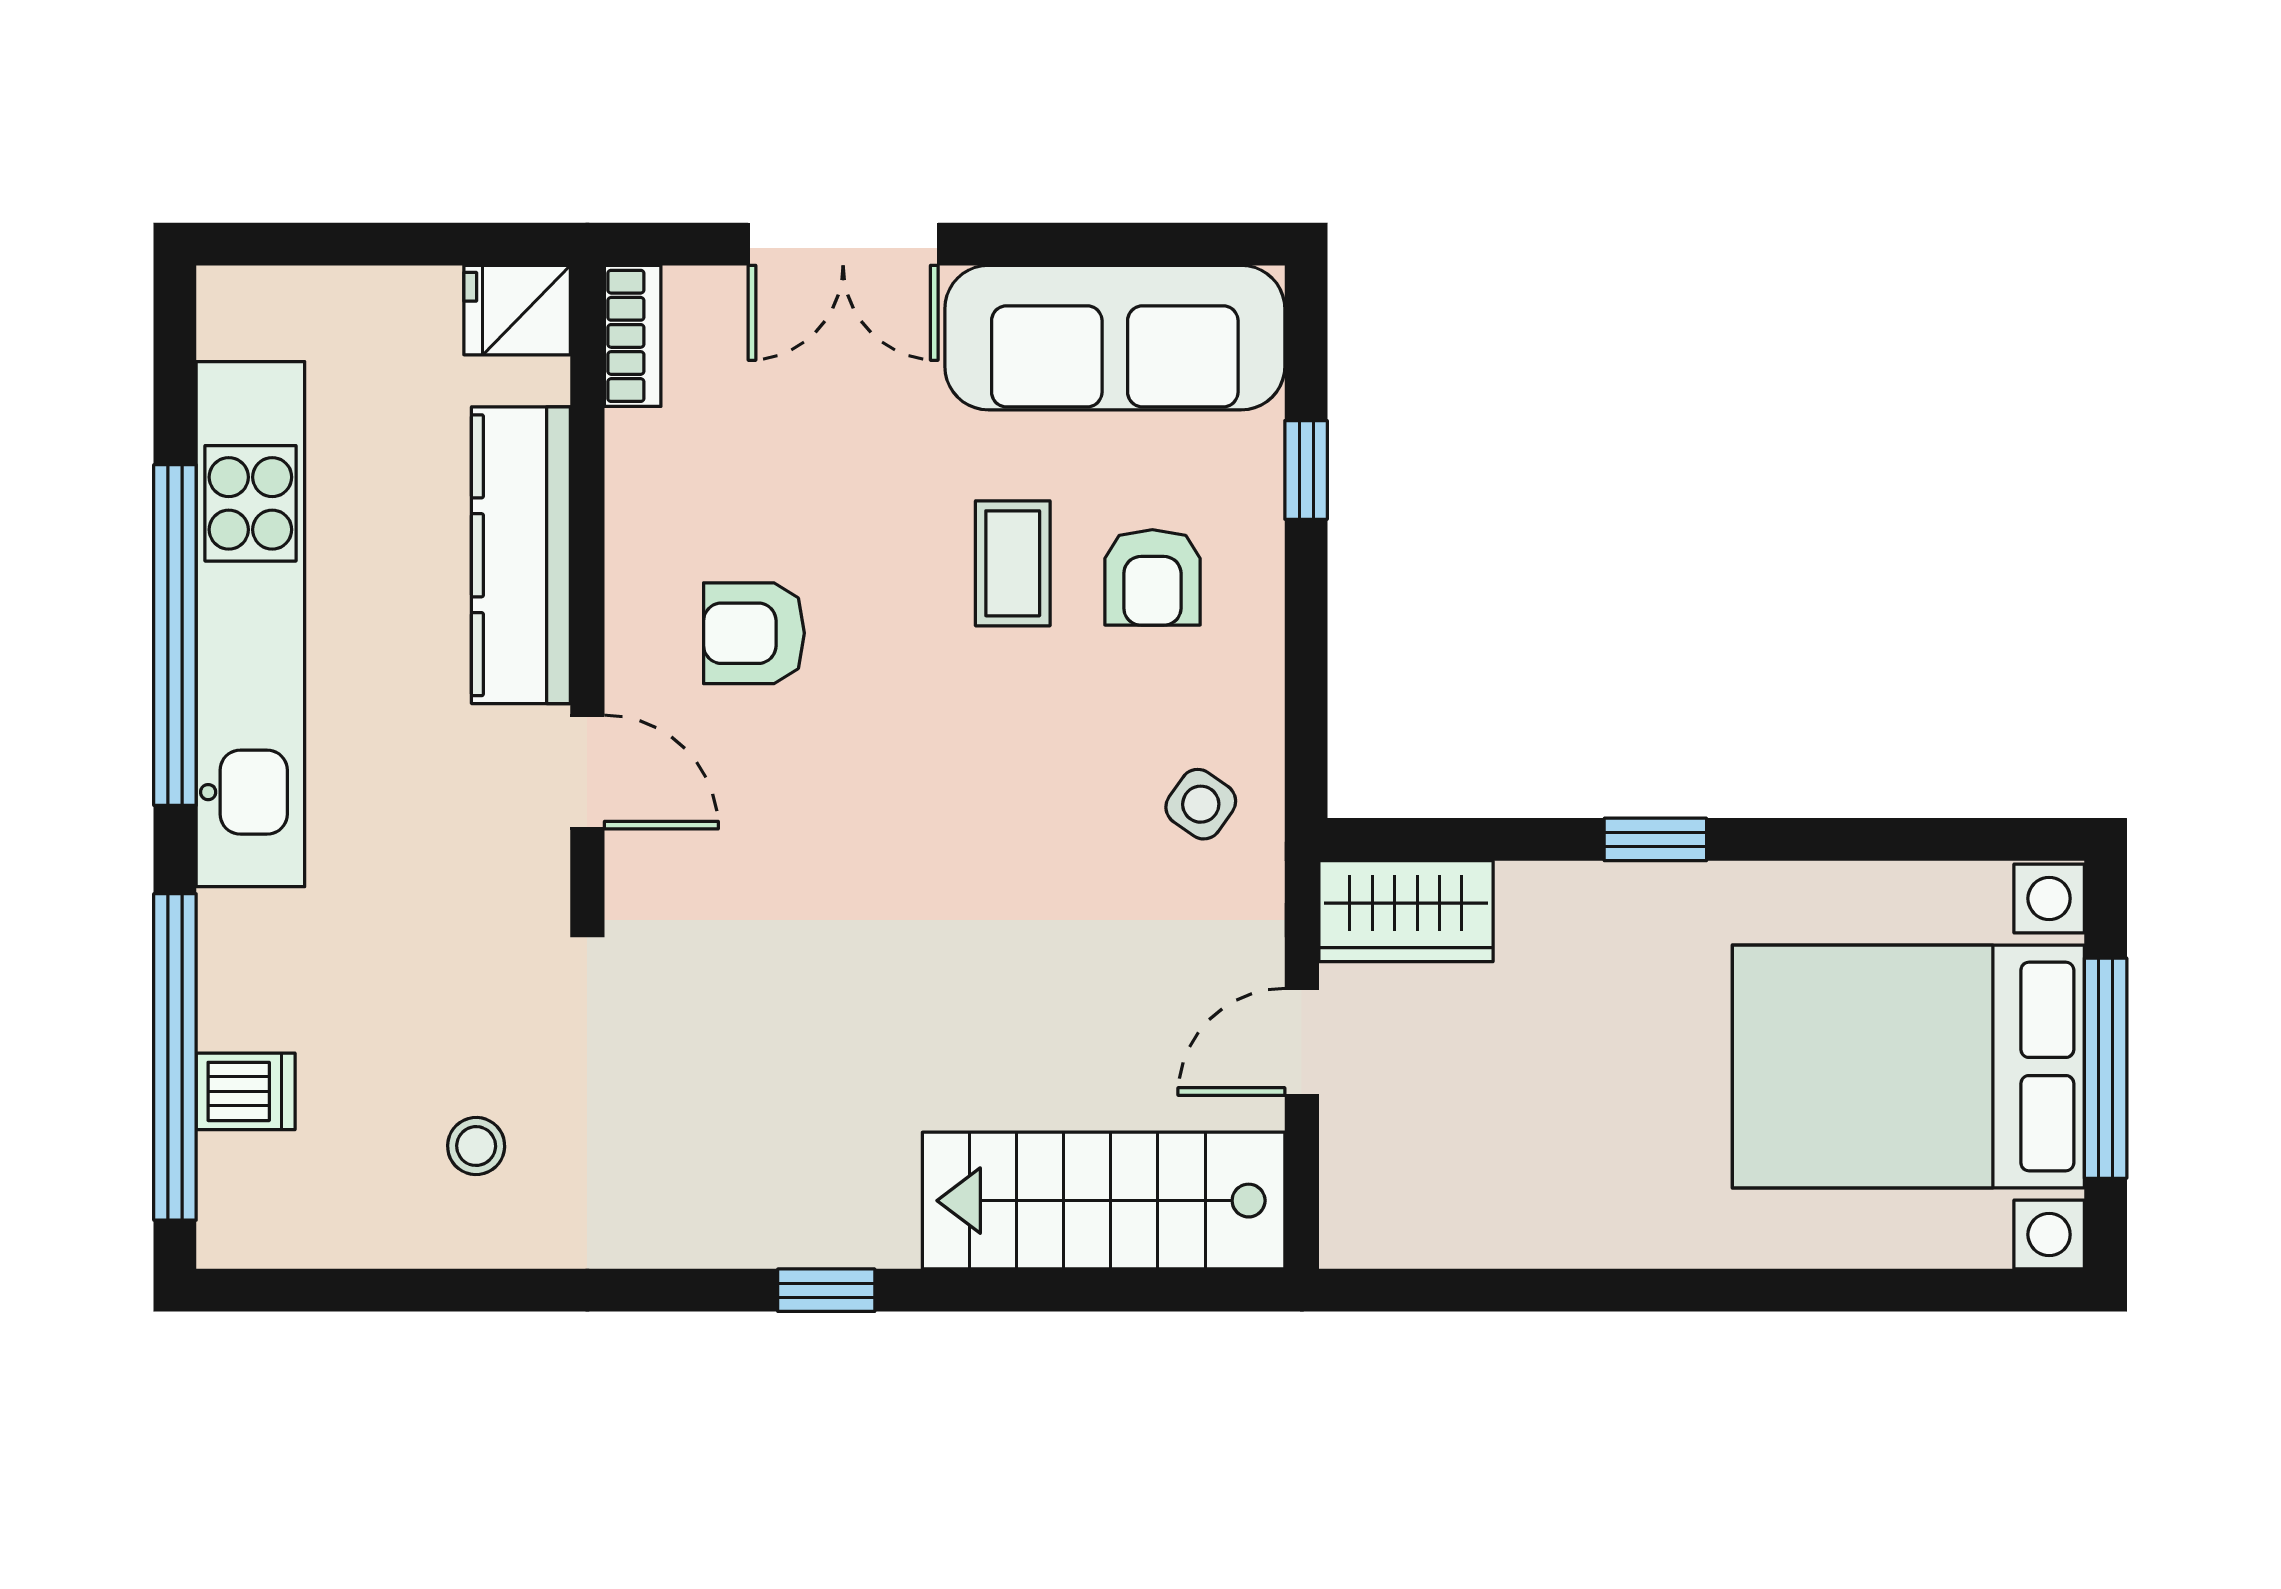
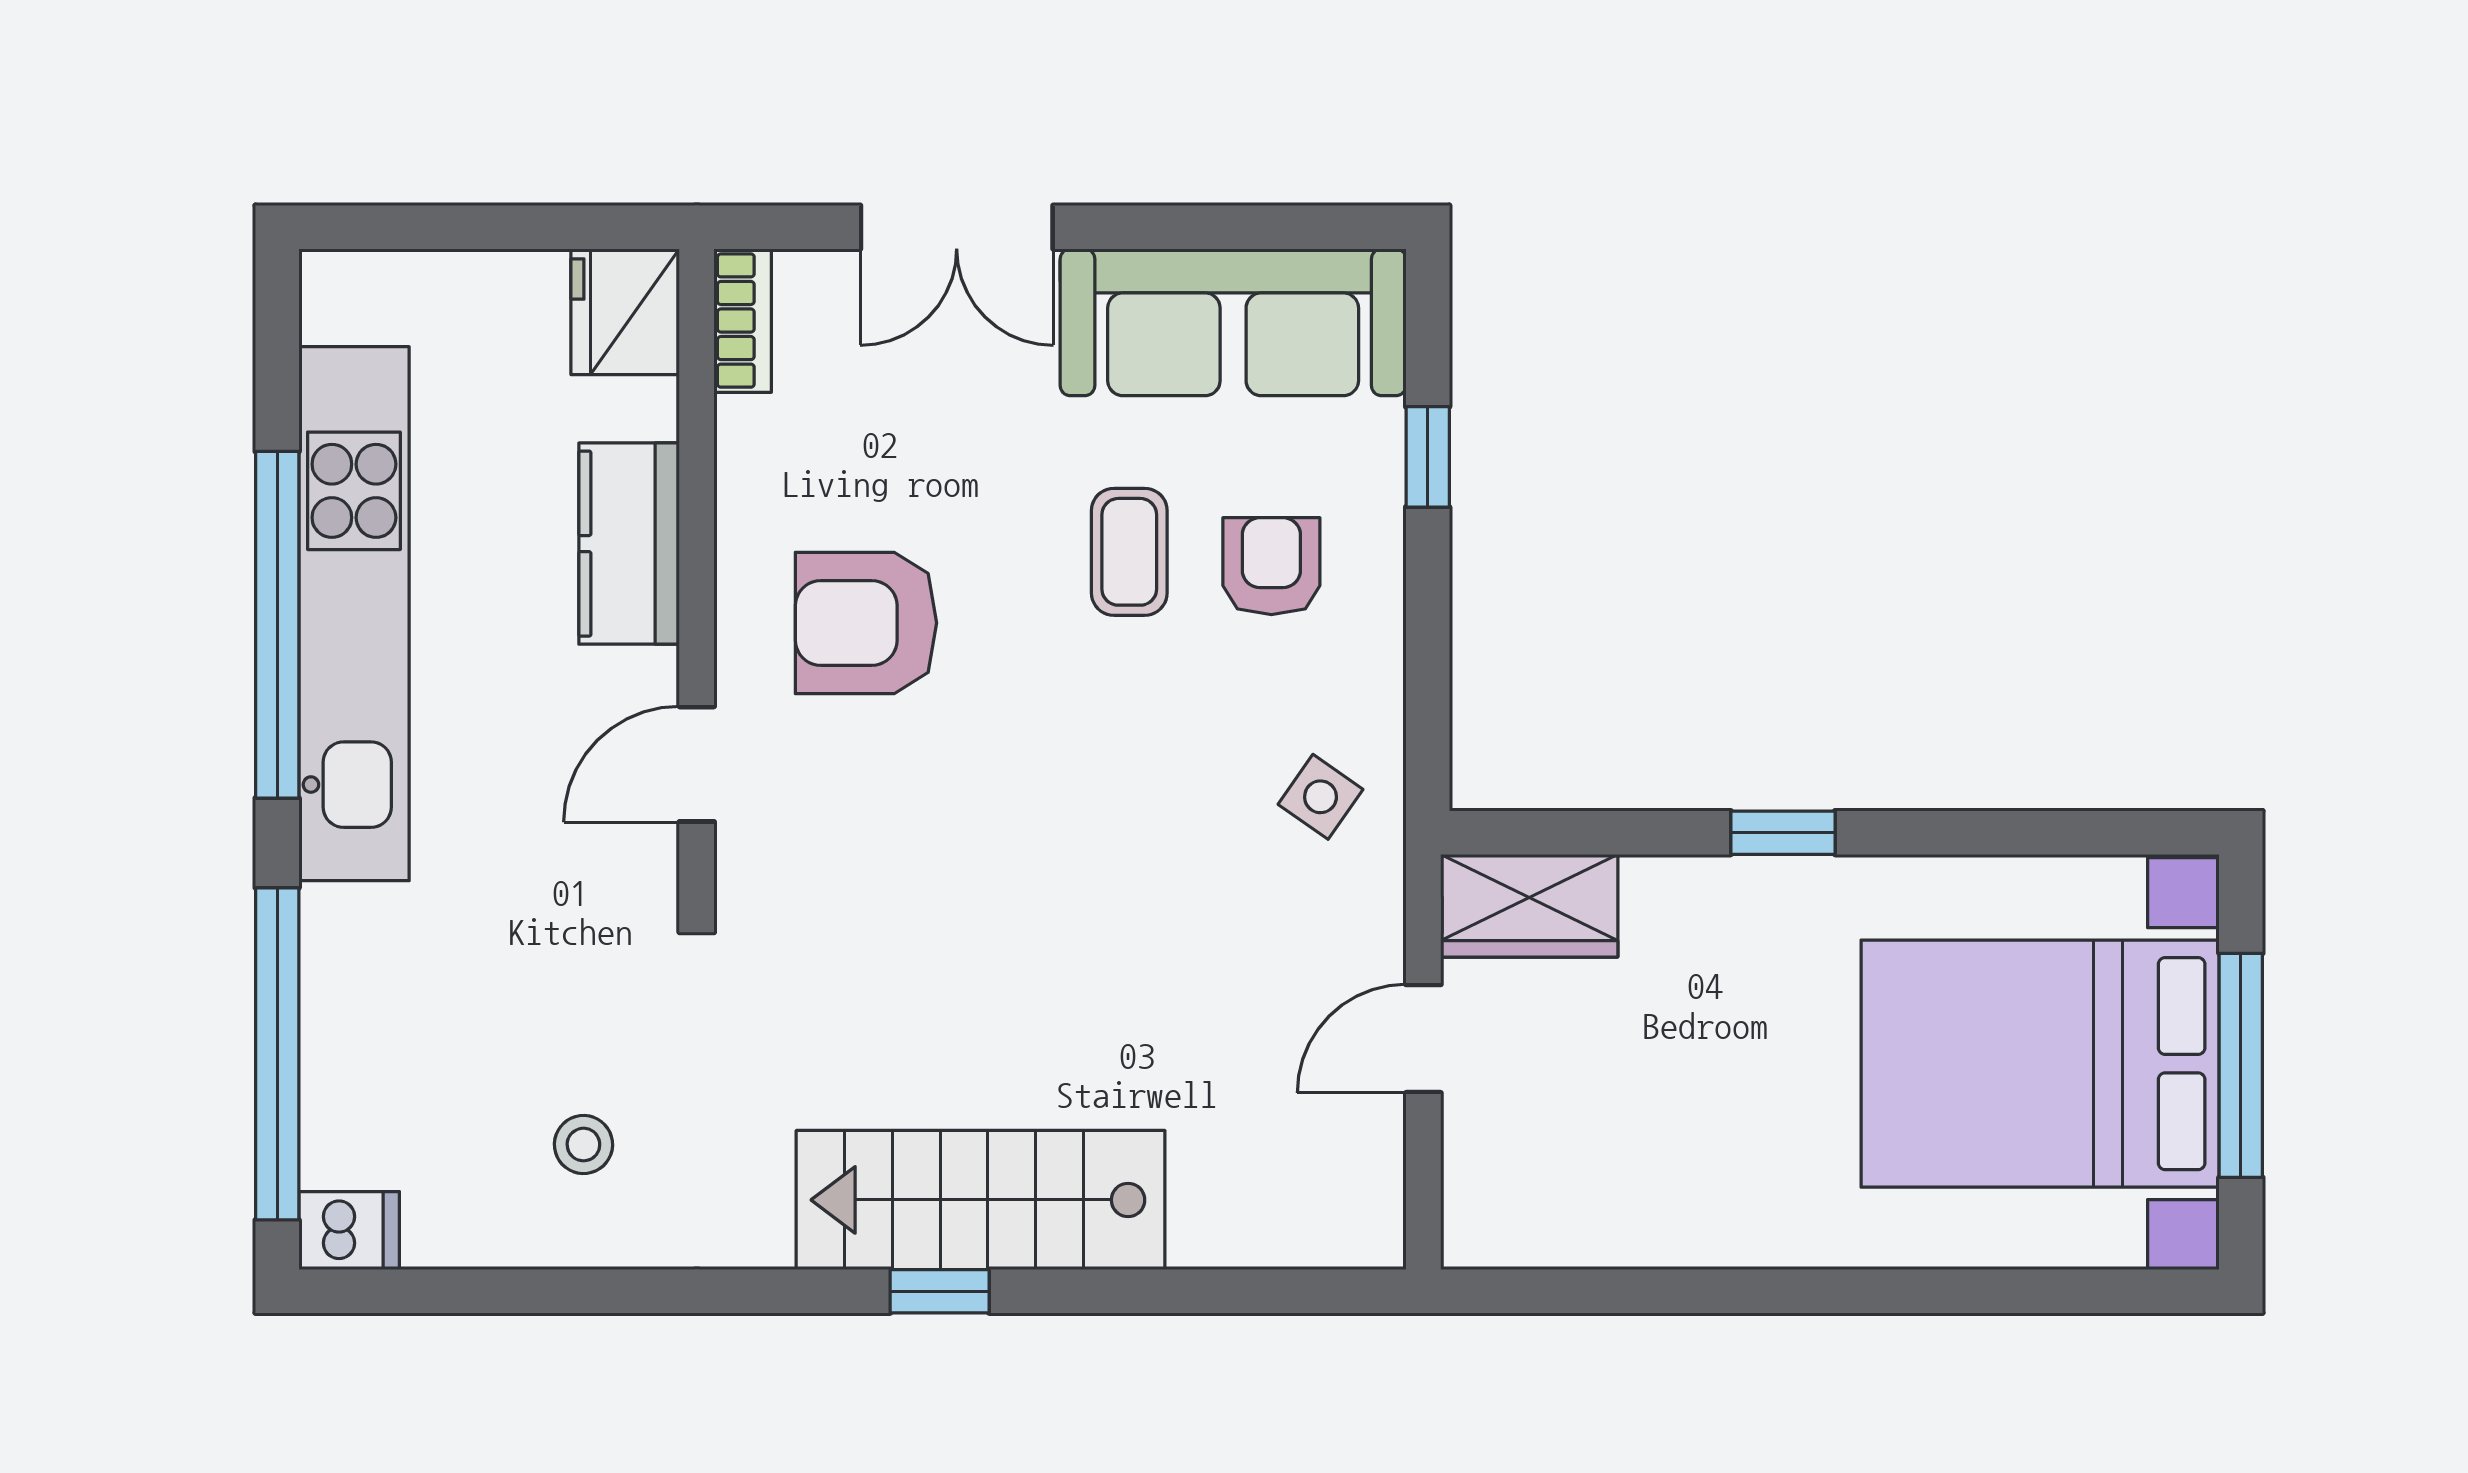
fridge: (517, 310) -> (625, 312), width x1.38
kitchen counter: (521, 555) -> (629, 544), width x0.67
armchair: (1152, 577) -> (1271, 566), turned 180
armchair: (754, 633) -> (866, 623), width x1.38, depth x1.38
door: (587, 772) -> (697, 764), swing flipped
dishwasher: (246, 1091) -> (349, 1231), moved
stairs: (1104, 1201) -> (981, 1200), moved

